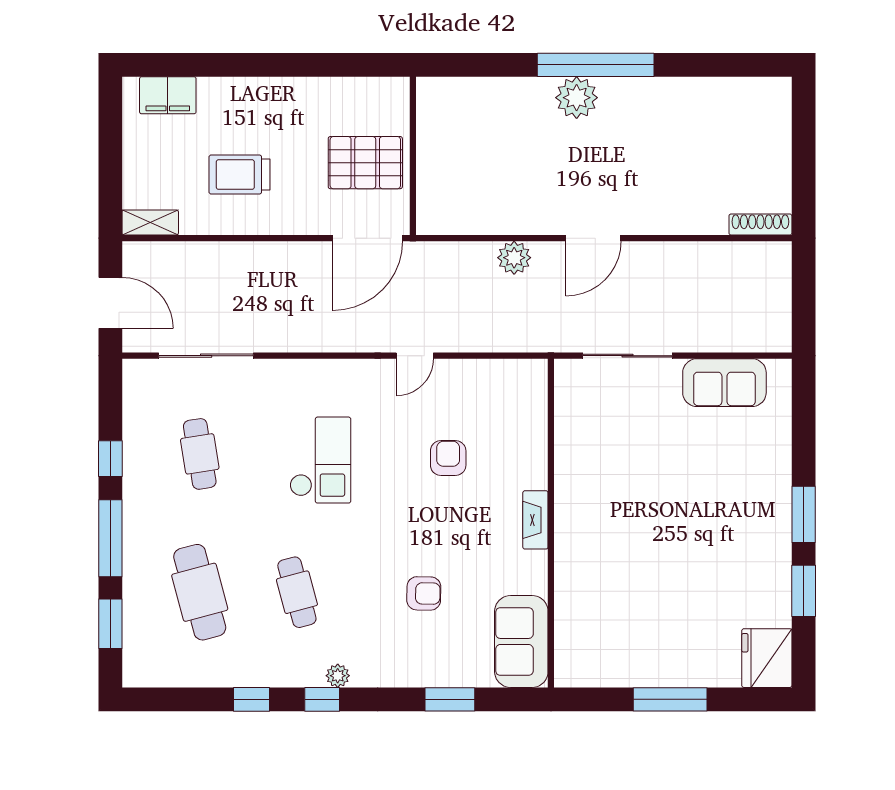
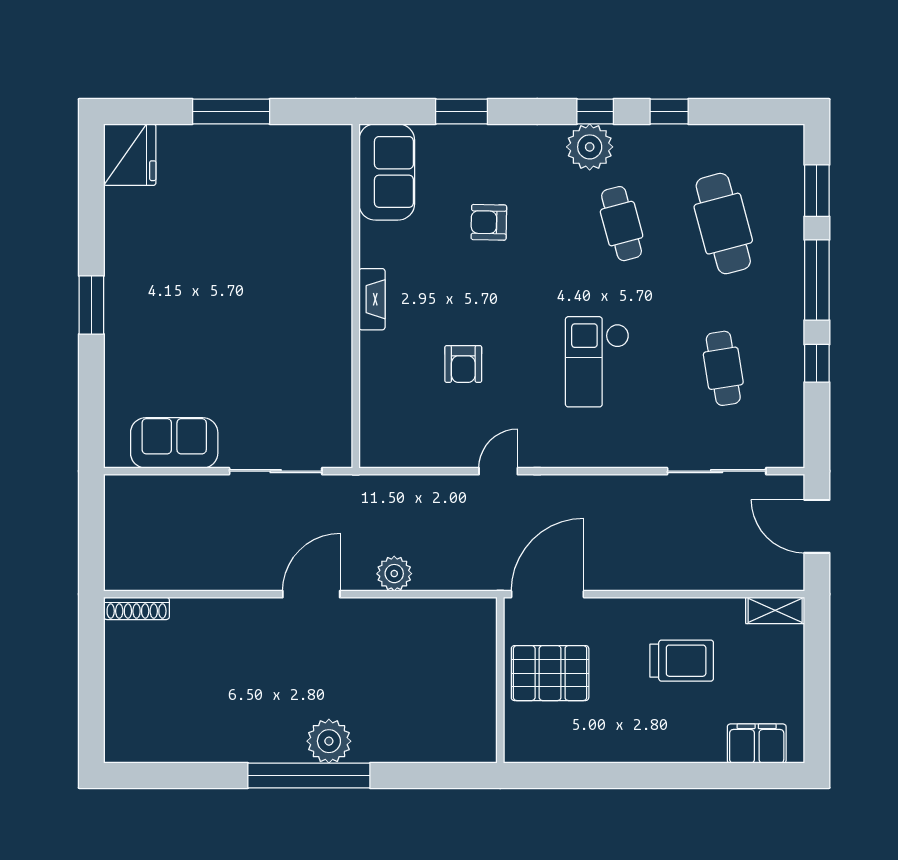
window: (804, 591) -> (91, 225), removed
plant: (338, 676) -> (590, 147), width x1.88, depth x1.88

